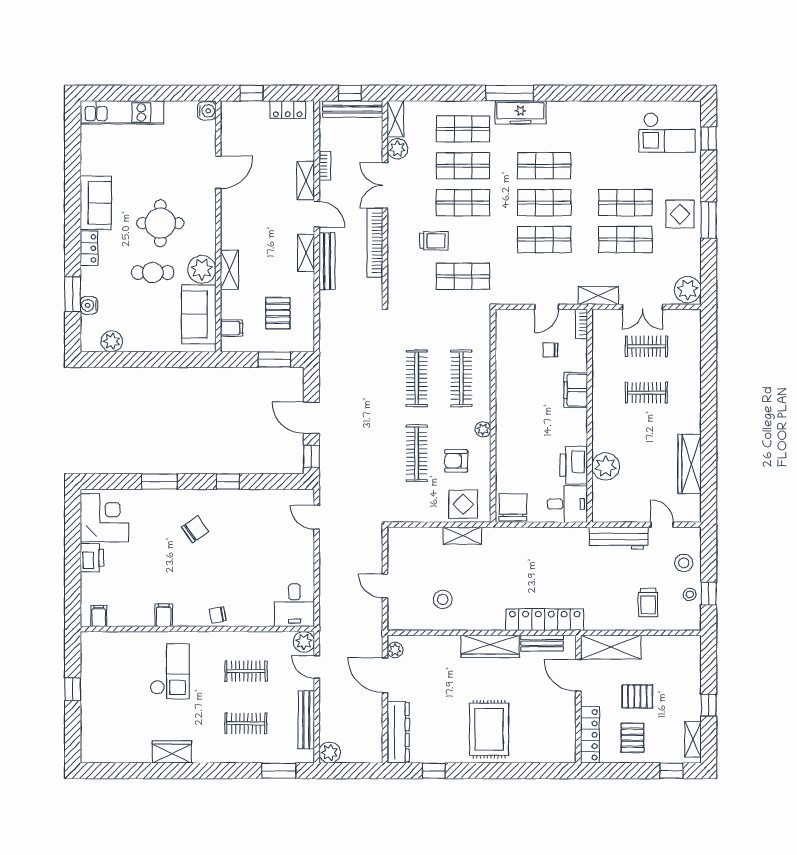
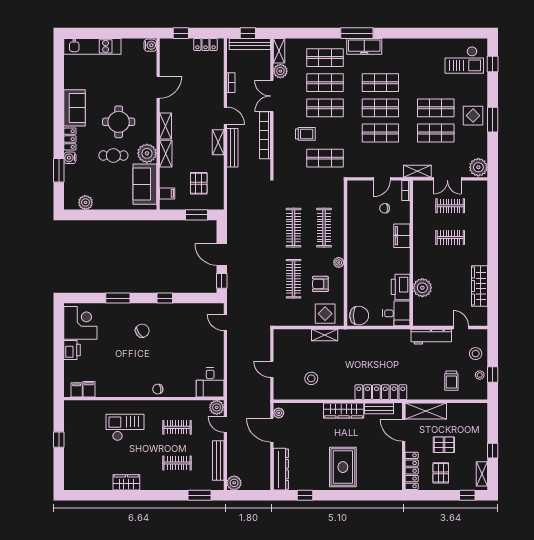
shelving: (306, 181) -> (166, 126), moved
water cooler: (89, 305) -> (70, 158), moved
chair: (513, 507) -> (359, 316), turned 90
filing cabinet: (164, 615) -> (89, 389), moved
checkout: (170, 671) -> (125, 427), turned -90

